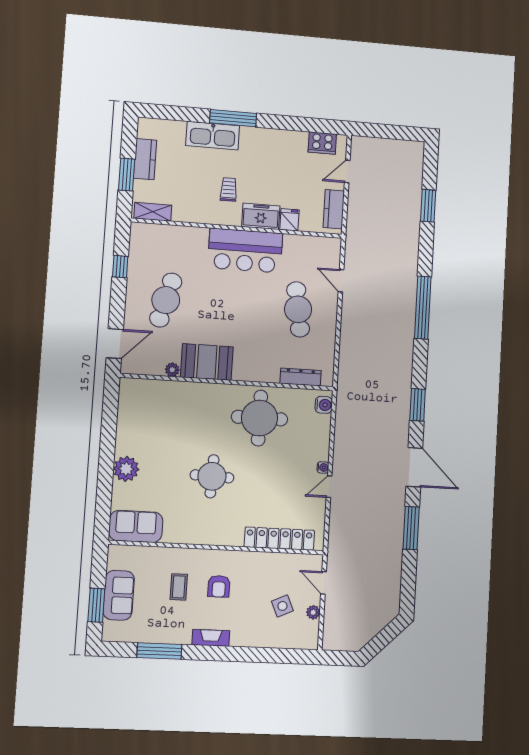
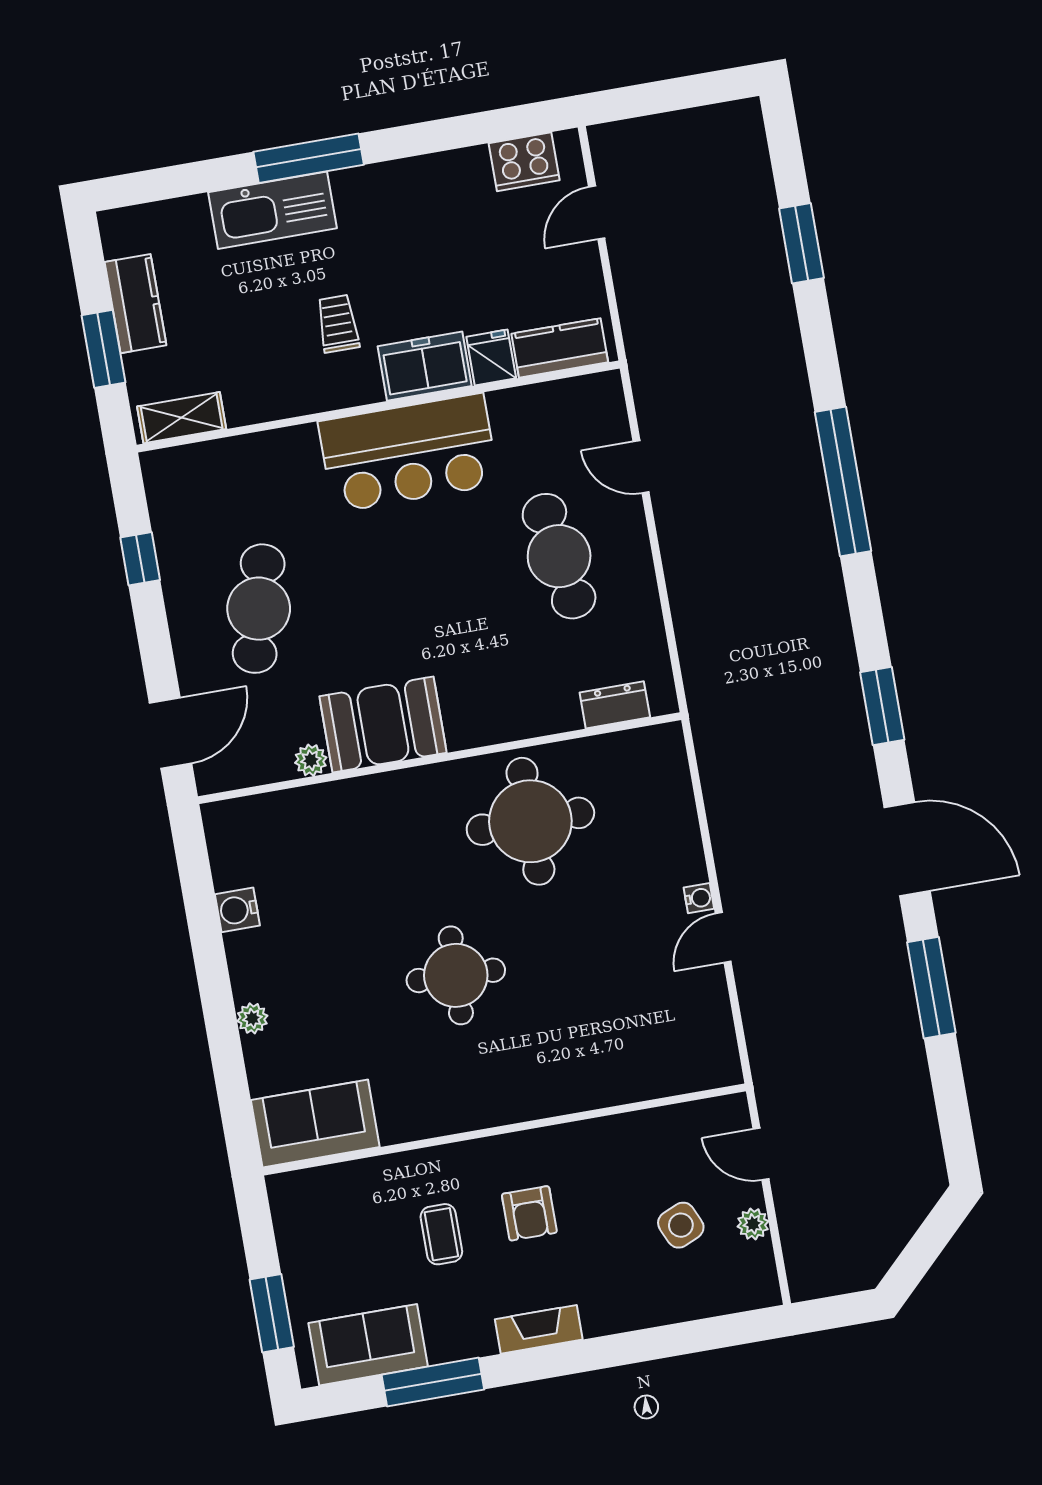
kitchen counter: (334, 209) -> (560, 348), moved, turned 90
dresser: (301, 377) -> (615, 705), width x0.70
water cooler: (324, 405) -> (237, 910), moved, turned 180
plant: (126, 469) -> (252, 1018), width x0.53, depth x0.53
locker: (279, 539) -> (639, 1079), removed
sofa: (119, 595) -> (368, 1345), moved, turned -90

